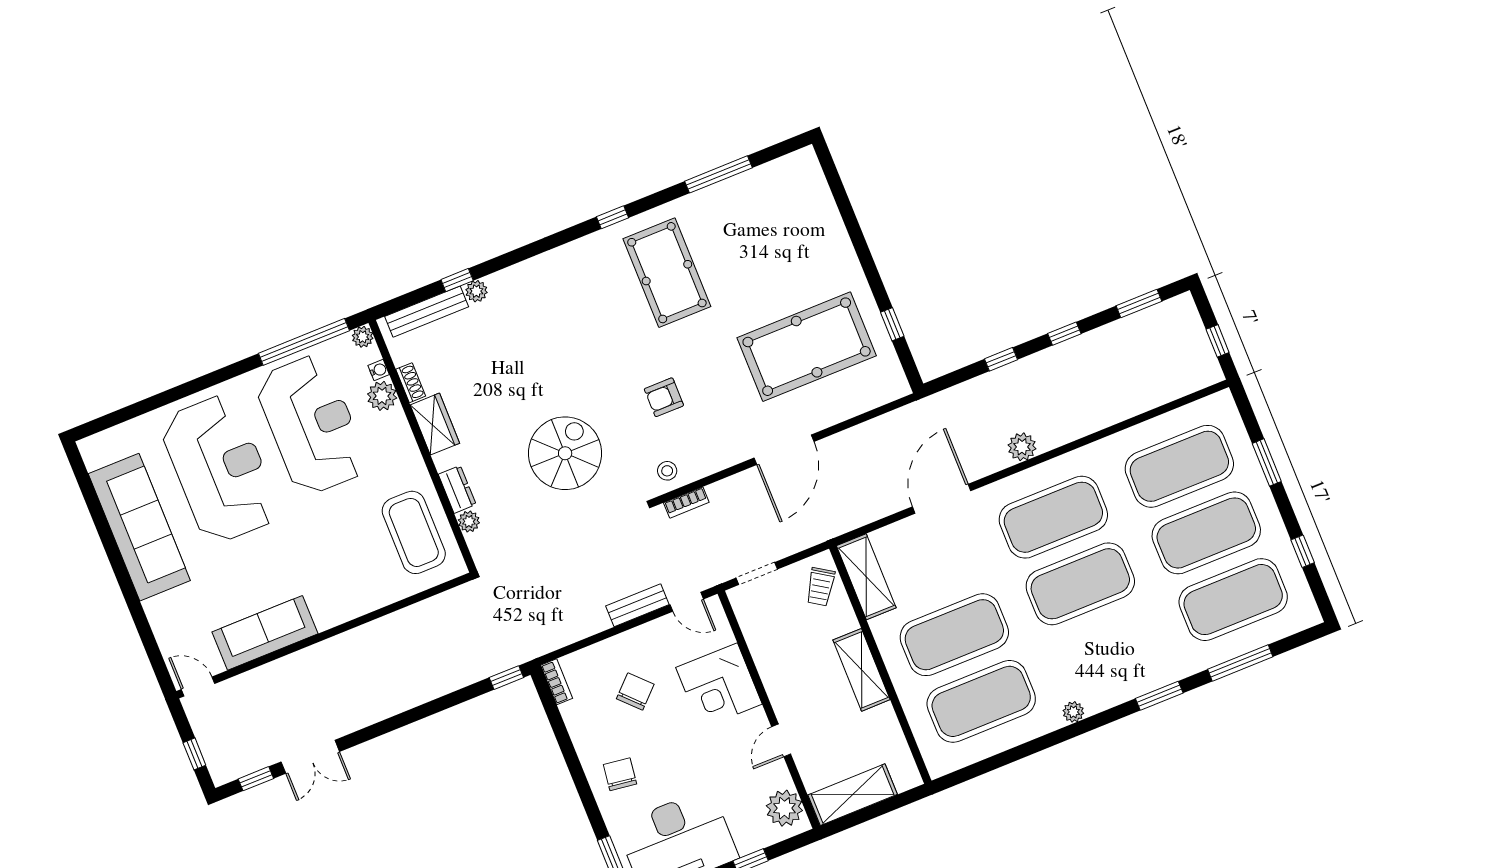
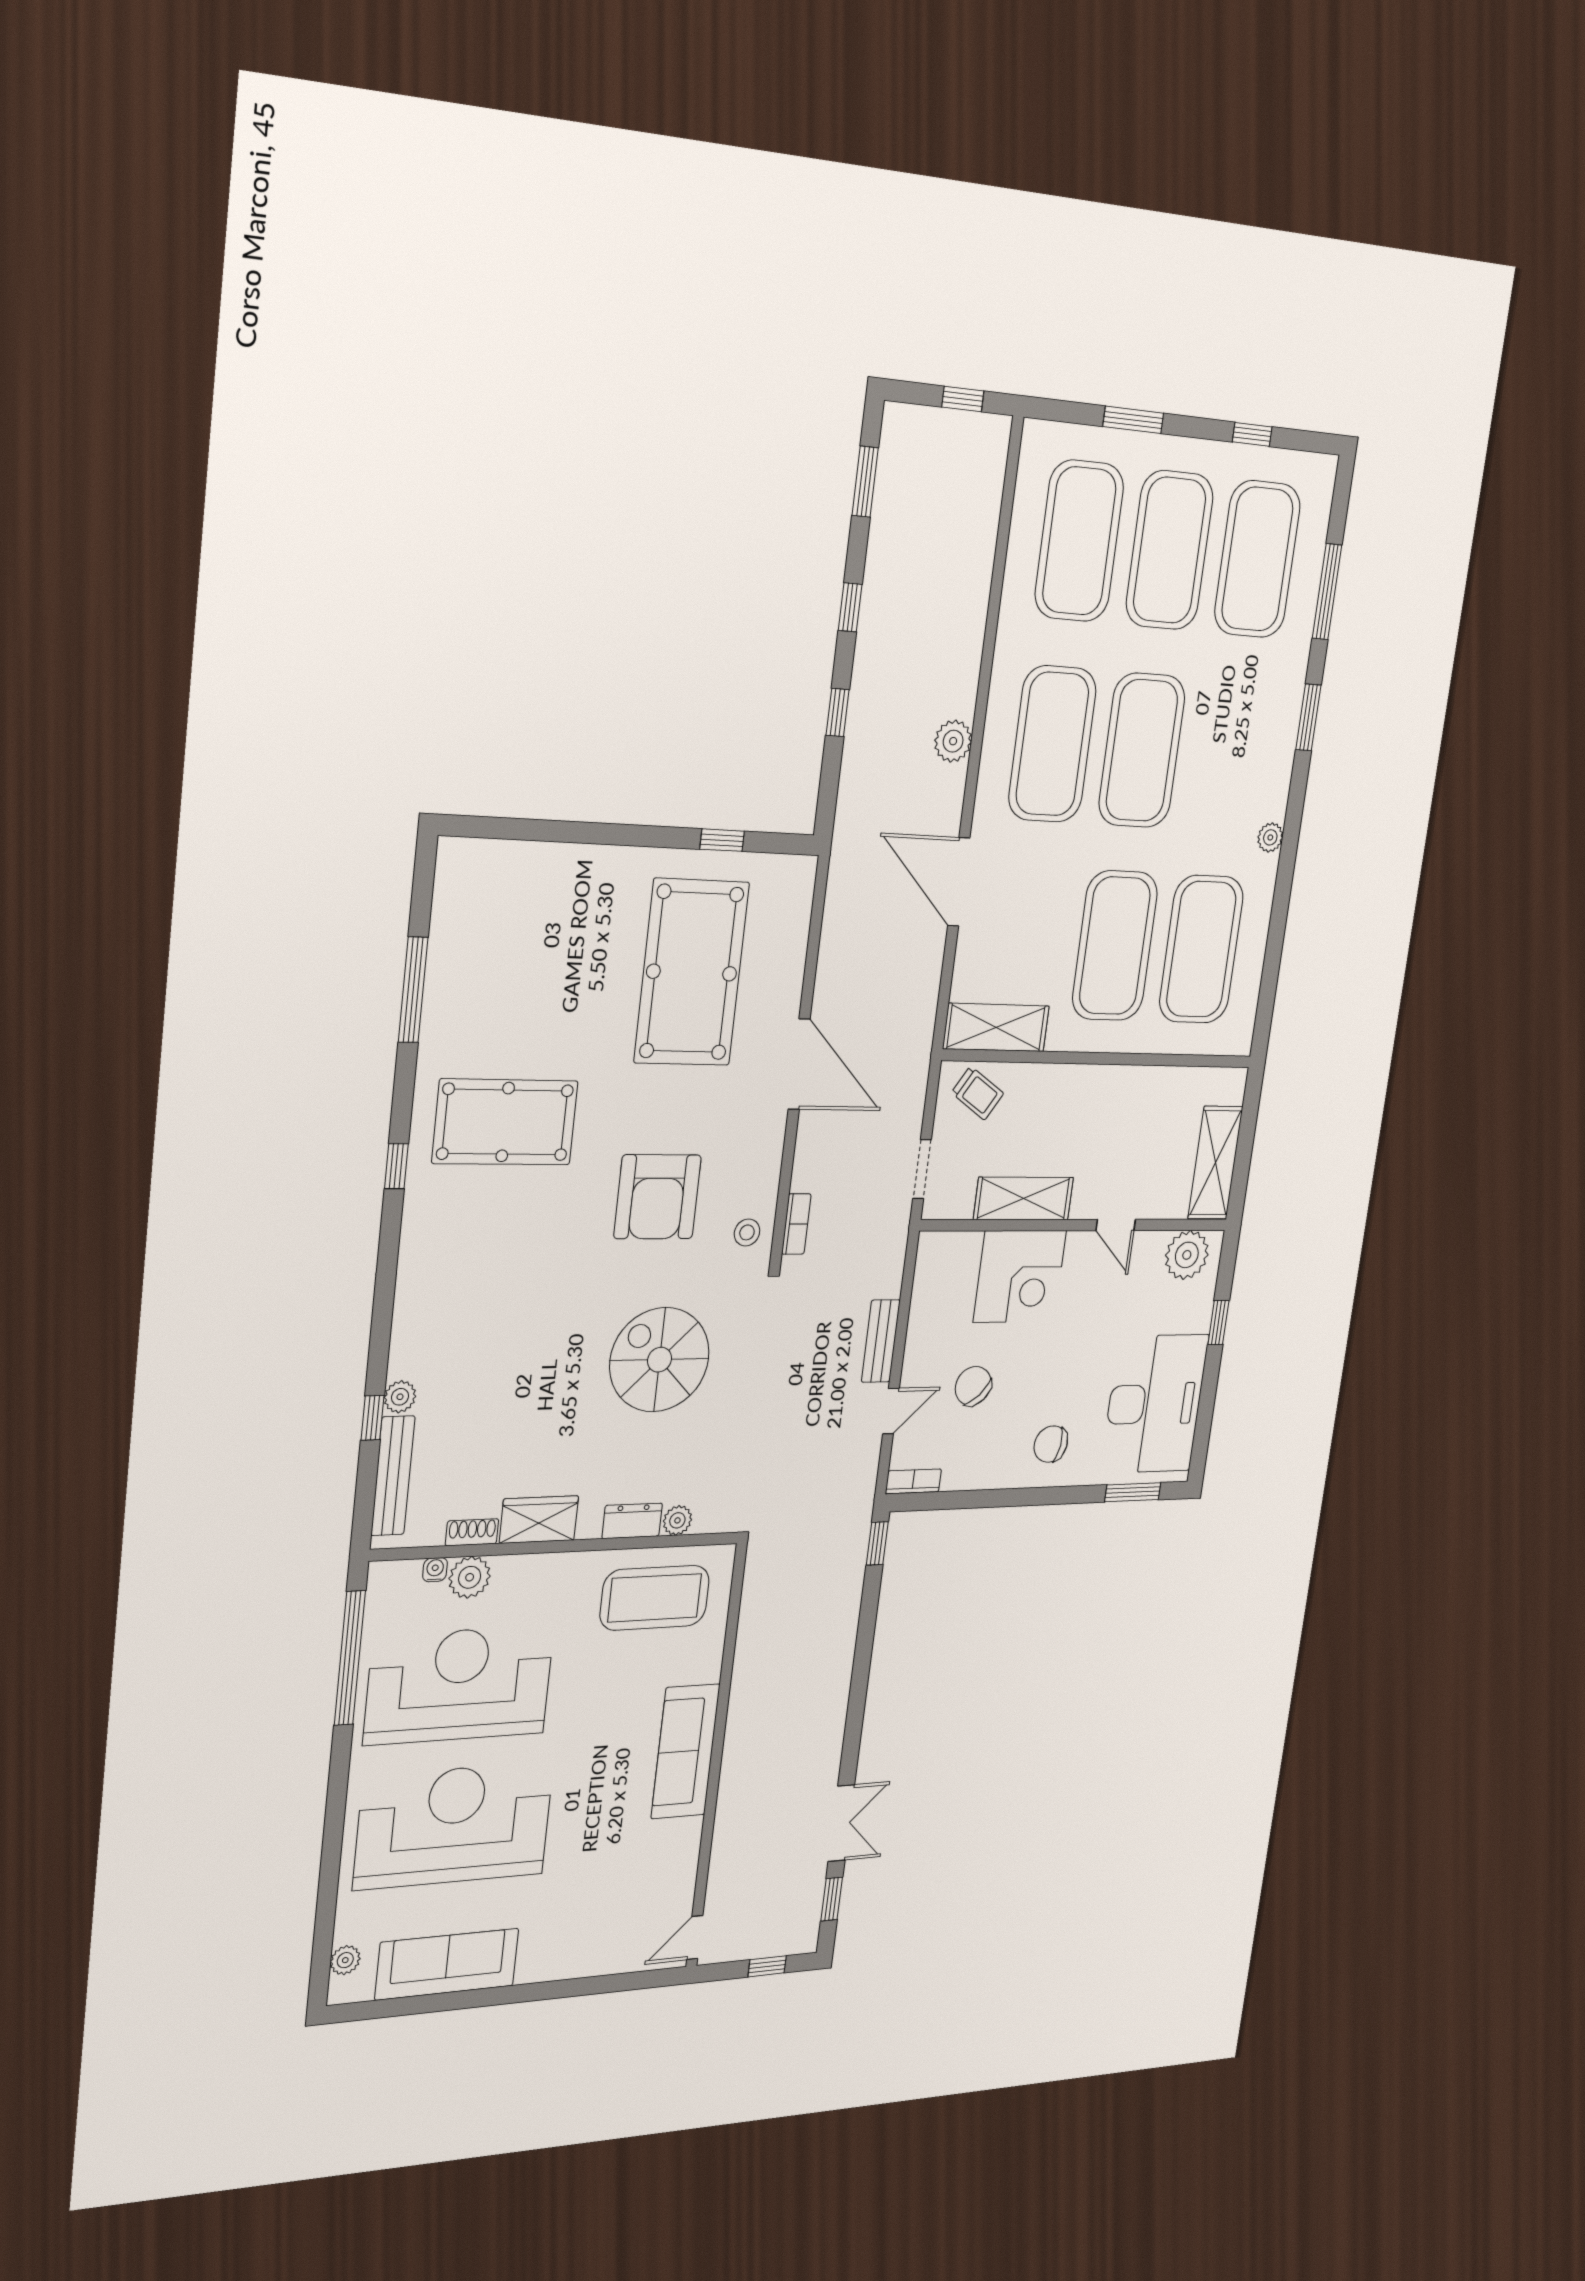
plant: (363, 337) -> (345, 1960), moved
armchair: (664, 397) -> (657, 1197), width x1.88, depth x1.88
sofa: (139, 527) -> (447, 1964), width x0.74, depth x0.79
door: (687, 602) -> (891, 1411), moved
sofa: (265, 633) -> (685, 1751), moved
shelving: (862, 670) -> (1023, 1198), moved

